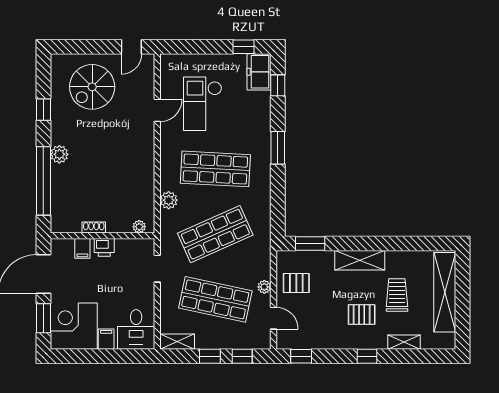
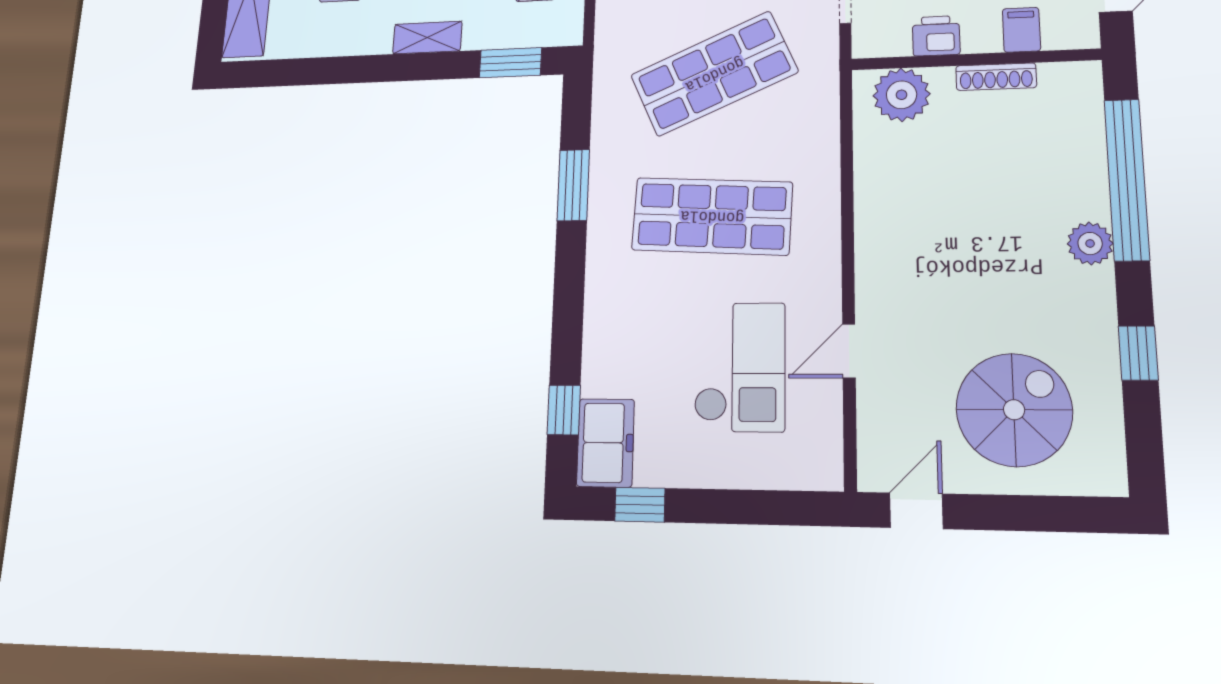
window: (278, 148) -> (573, 185), moved
plant: (169, 200) -> (820, 144), removed
plant: (139, 227) -> (902, 95), width x1.87, depth x1.87
shoe rack: (94, 228) -> (996, 77), width x1.43
printer: (104, 247) -> (936, 36), moved
shelving: (360, 260) -> (427, 38), width x0.67, depth x0.75

